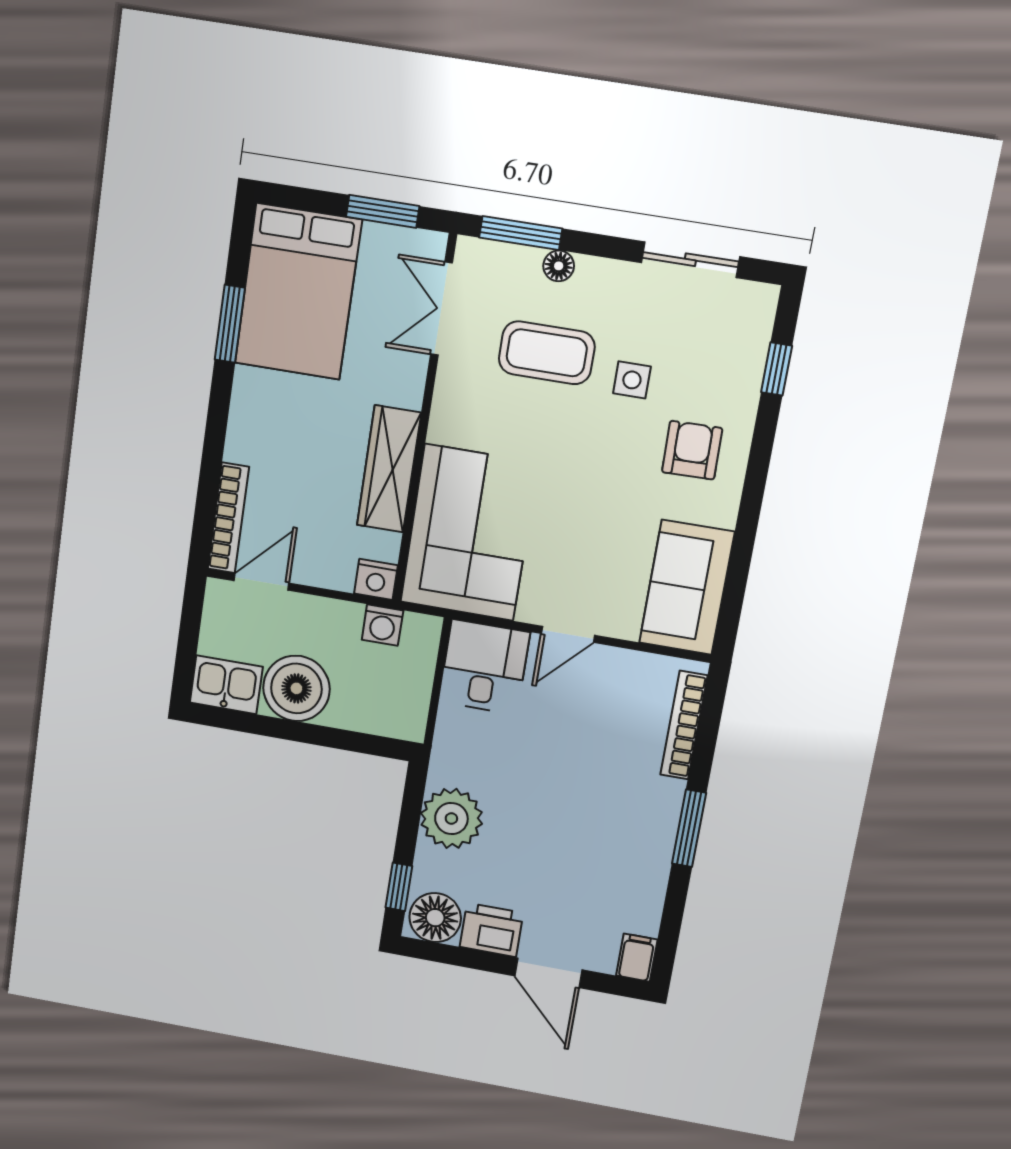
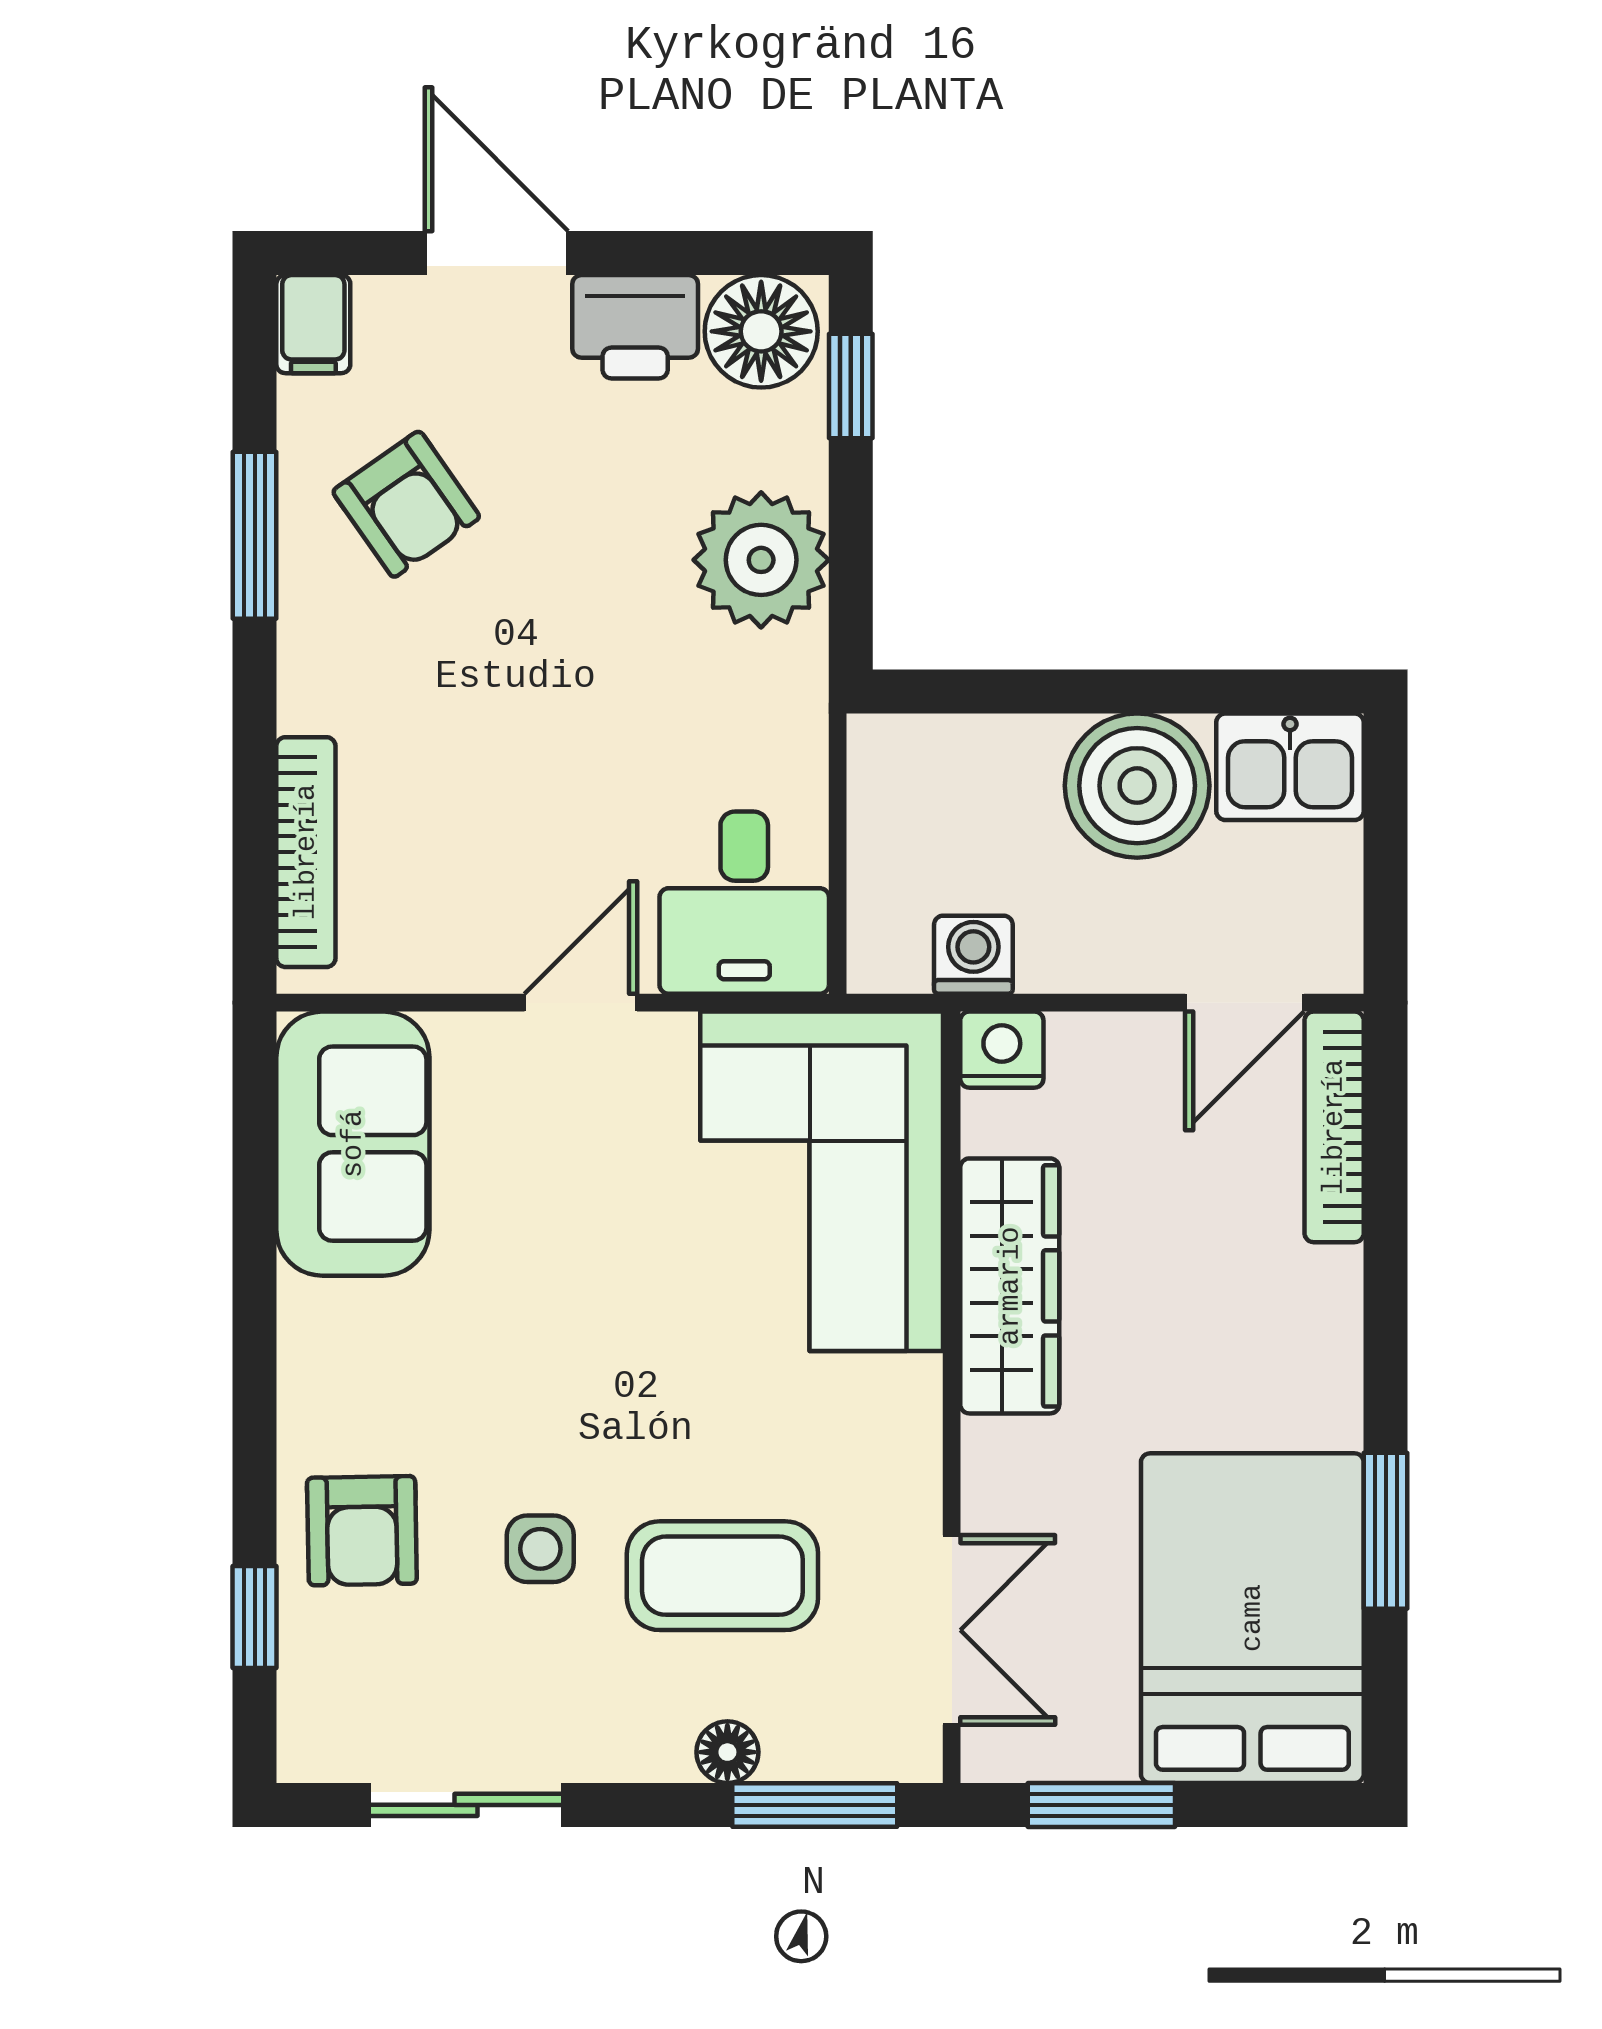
armchair: (692, 450) -> (362, 1531), moved
window: (689, 828) -> (255, 535), moved
armchair: (609, 872) -> (406, 504), added

